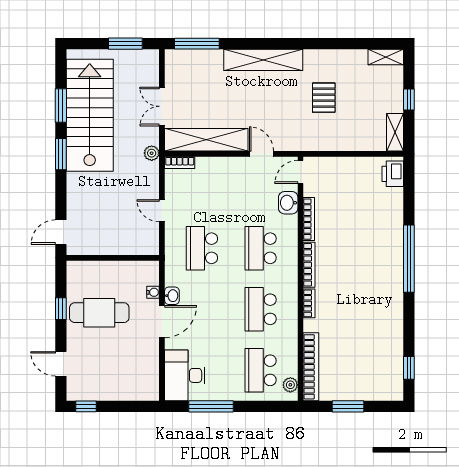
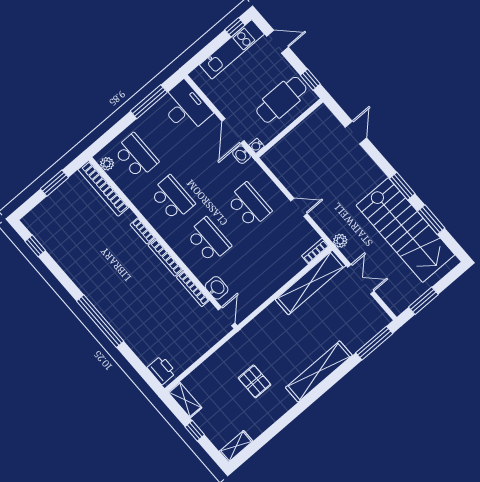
door: (262, 154) -> (264, 306), removed
wall: (113, 258) -> (290, 128), moved
kitchen unit: (104, 390) -> (232, 49), added

